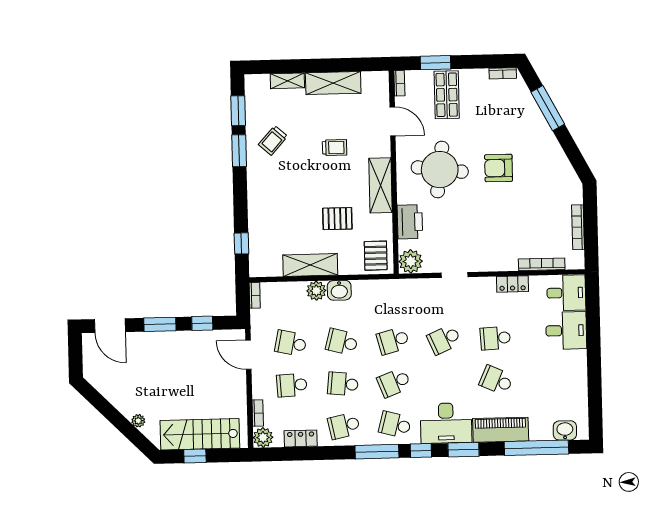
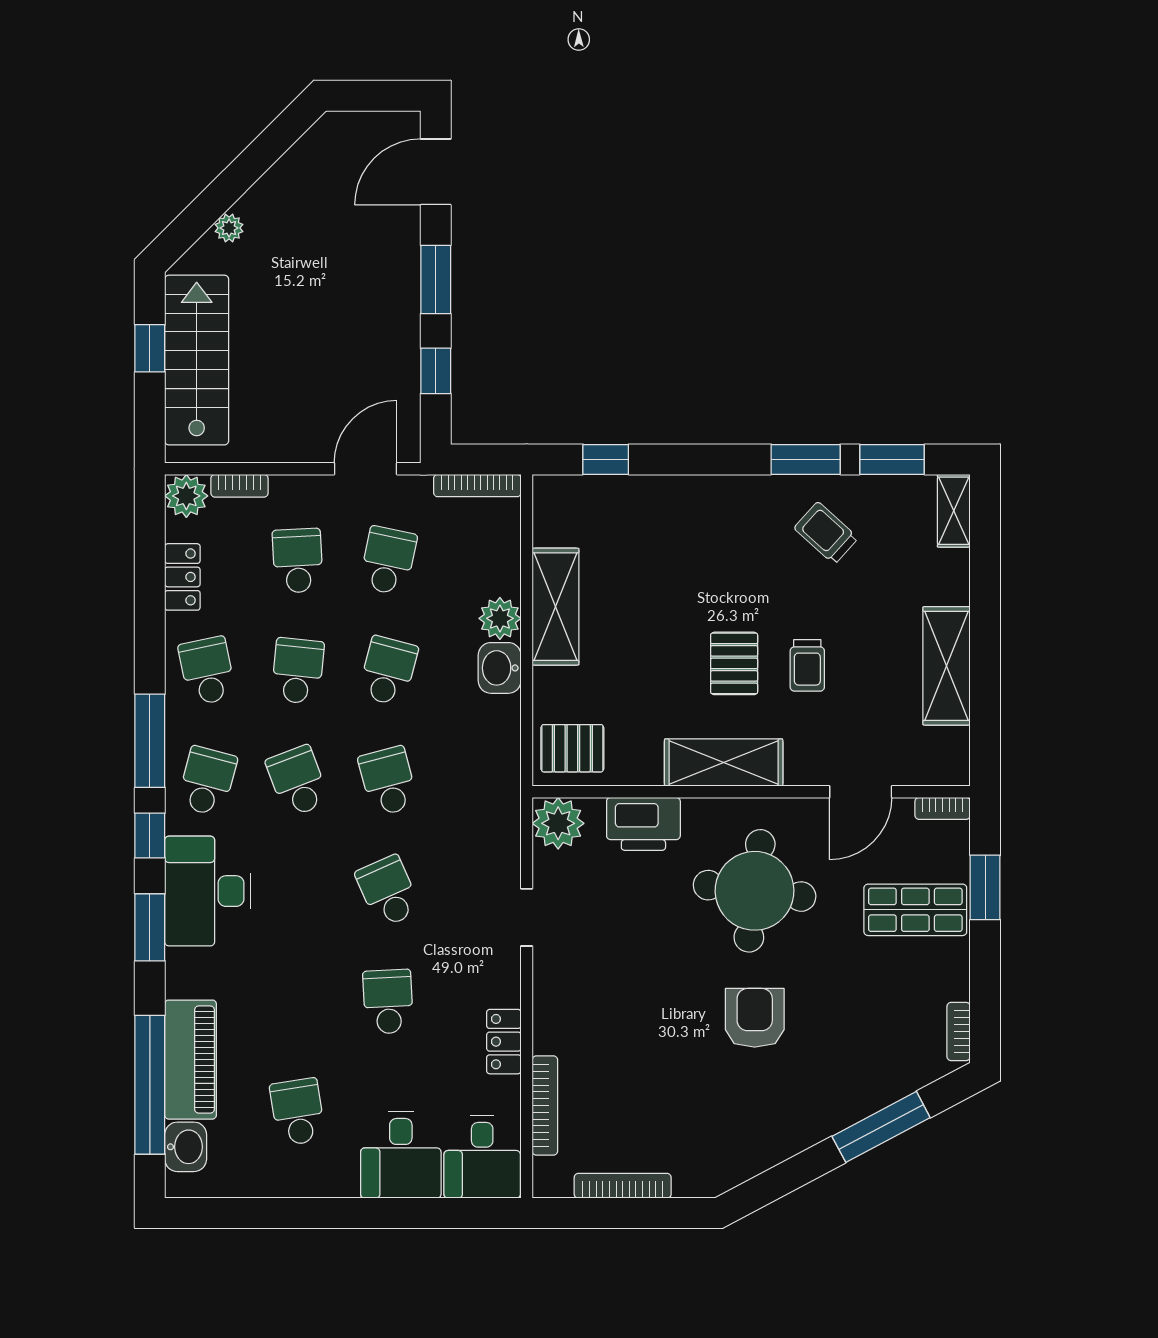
shelving: (287, 81) -> (954, 511), moved
pallet: (337, 219) -> (734, 663), moved
bookcase: (255, 295) -> (477, 486), width x1.56
school desk: (496, 380) -> (298, 1112), moved, turned -33
piano: (501, 430) -> (191, 1060), moved

